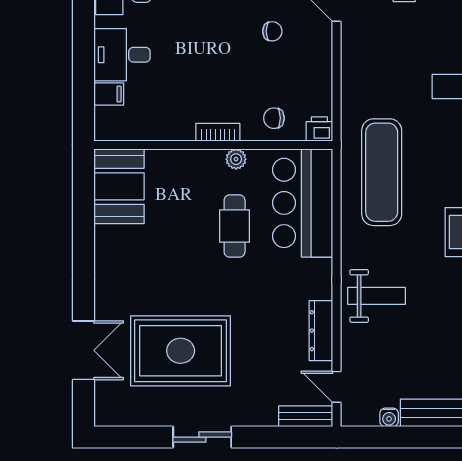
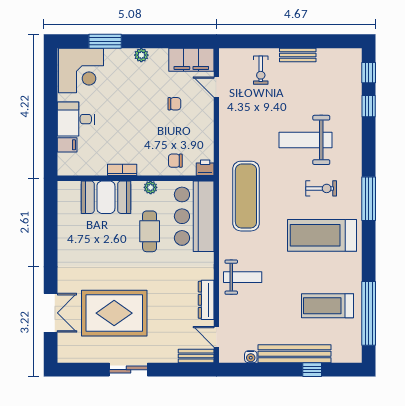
bookcase: (218, 132) -> (122, 170), moved
booth: (119, 186) -> (106, 197), moved, turned 90

